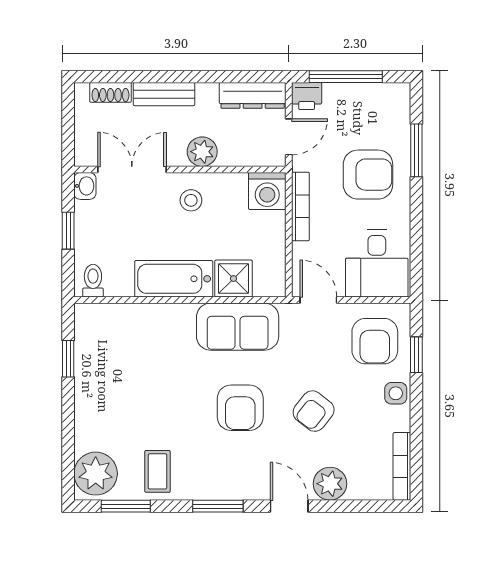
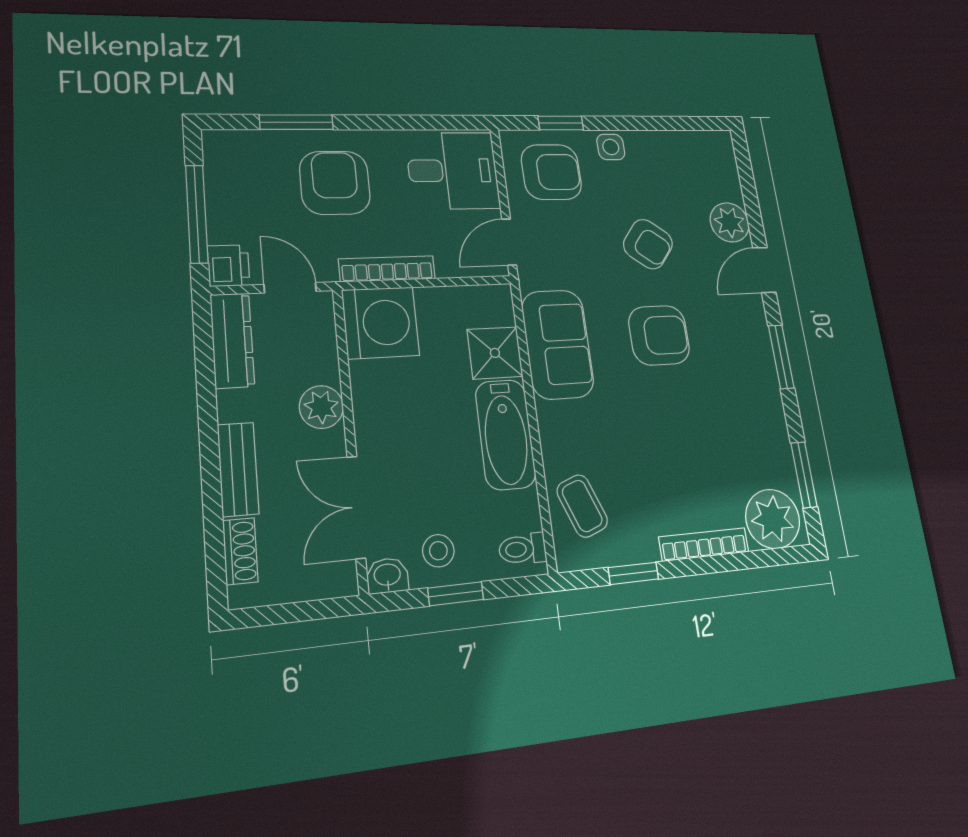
washing machine: (267, 191) -> (381, 323), width x1.37, depth x1.37
stool: (191, 200) -> (438, 551), moved
bookcase: (402, 466) -> (704, 544), moved, turned 180
coffee table: (157, 471) -> (582, 506), moved, turned 69

